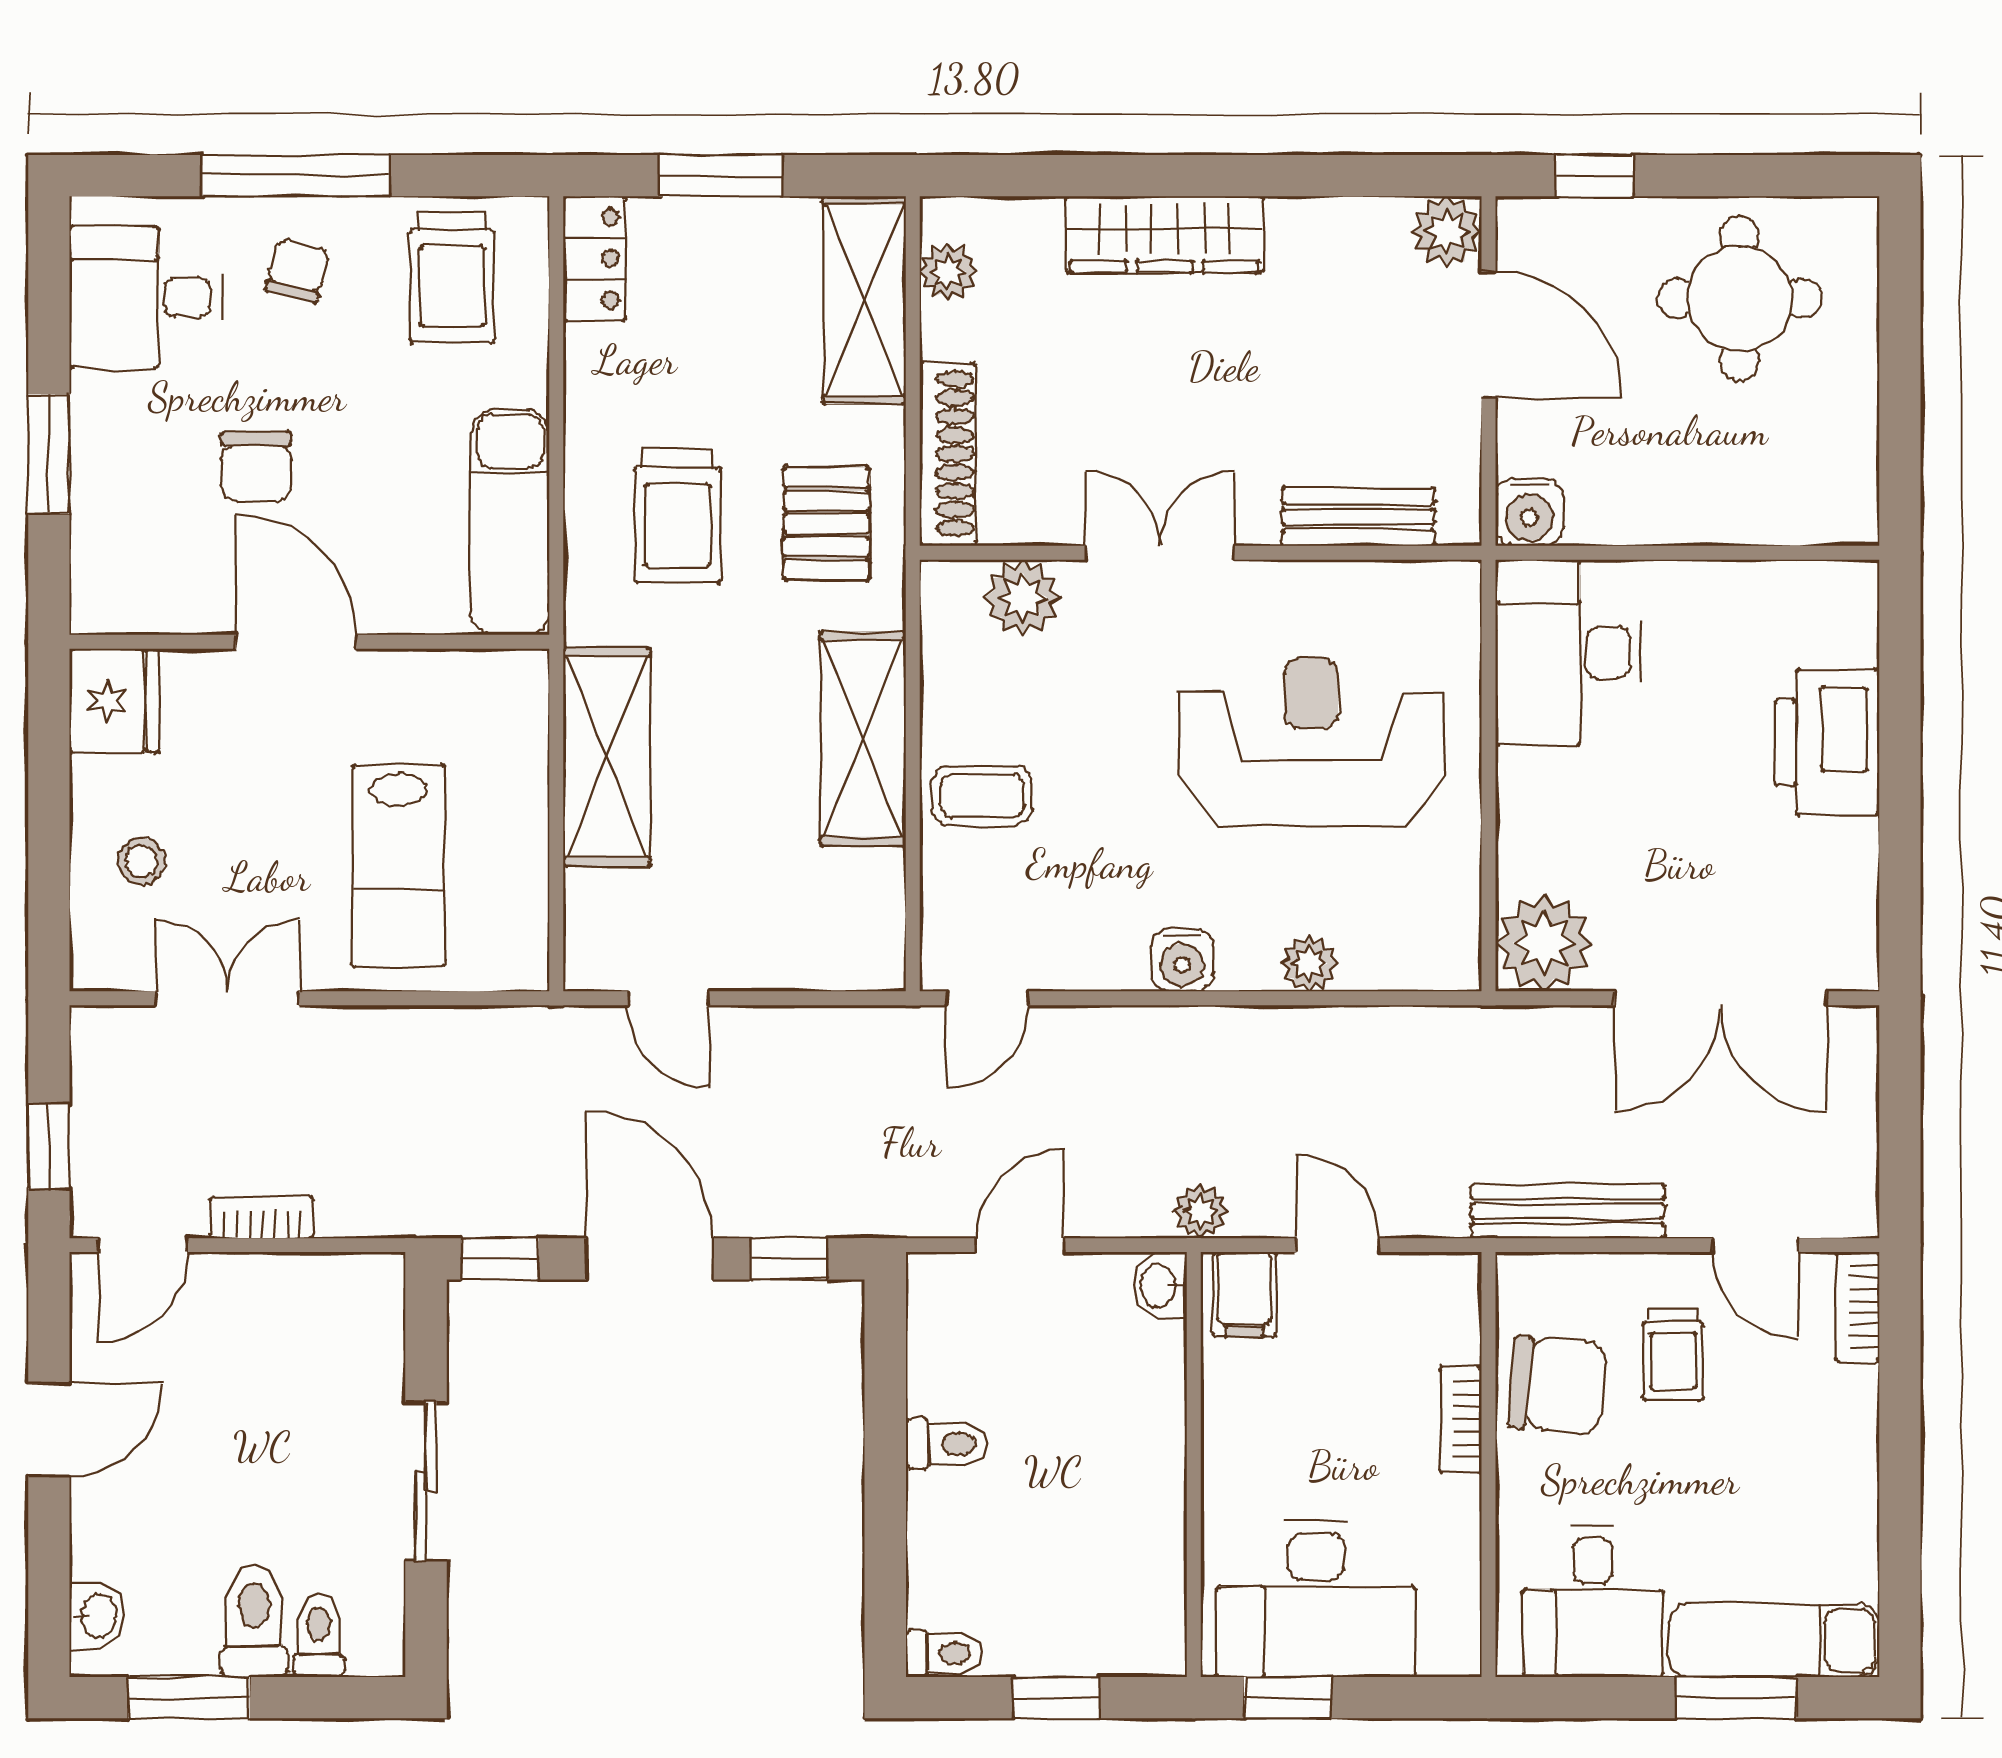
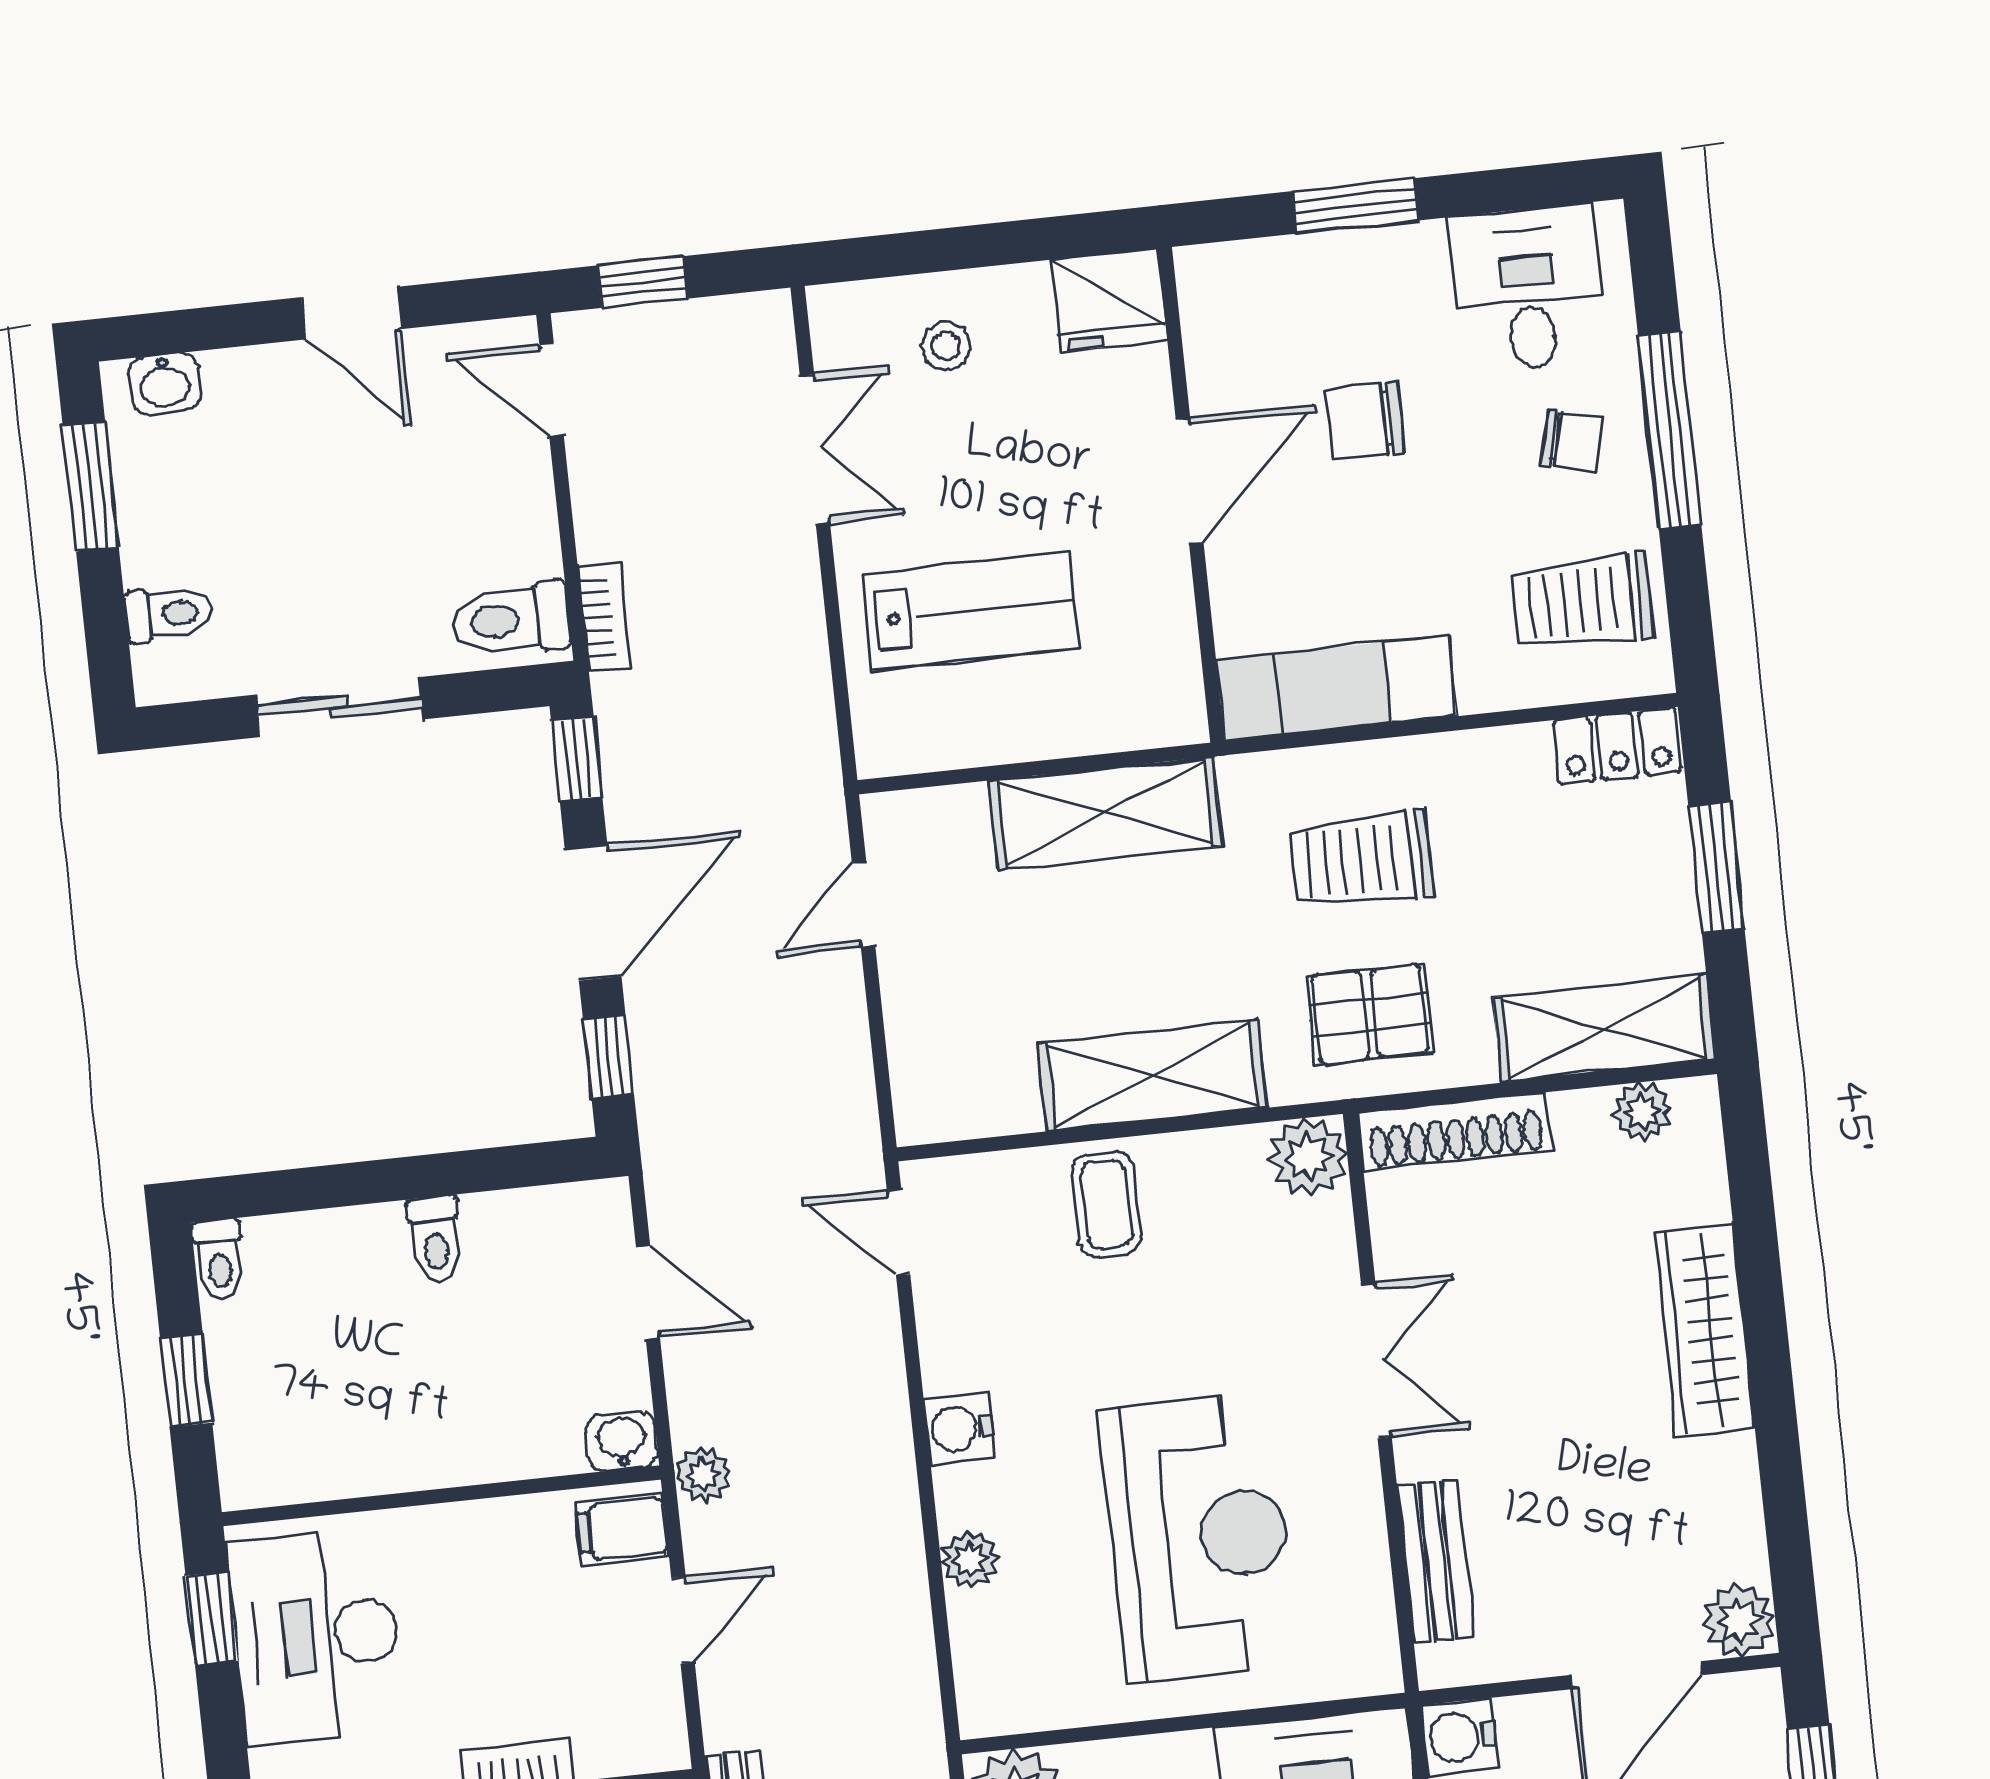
plant: (1023, 597) -> (1308, 1157), moved
lab bench: (399, 865) -> (971, 611), turned 180
bookcase: (262, 1218) -> (604, 617), moved
toilet: (254, 1621) -> (511, 619), moved, turned 180

